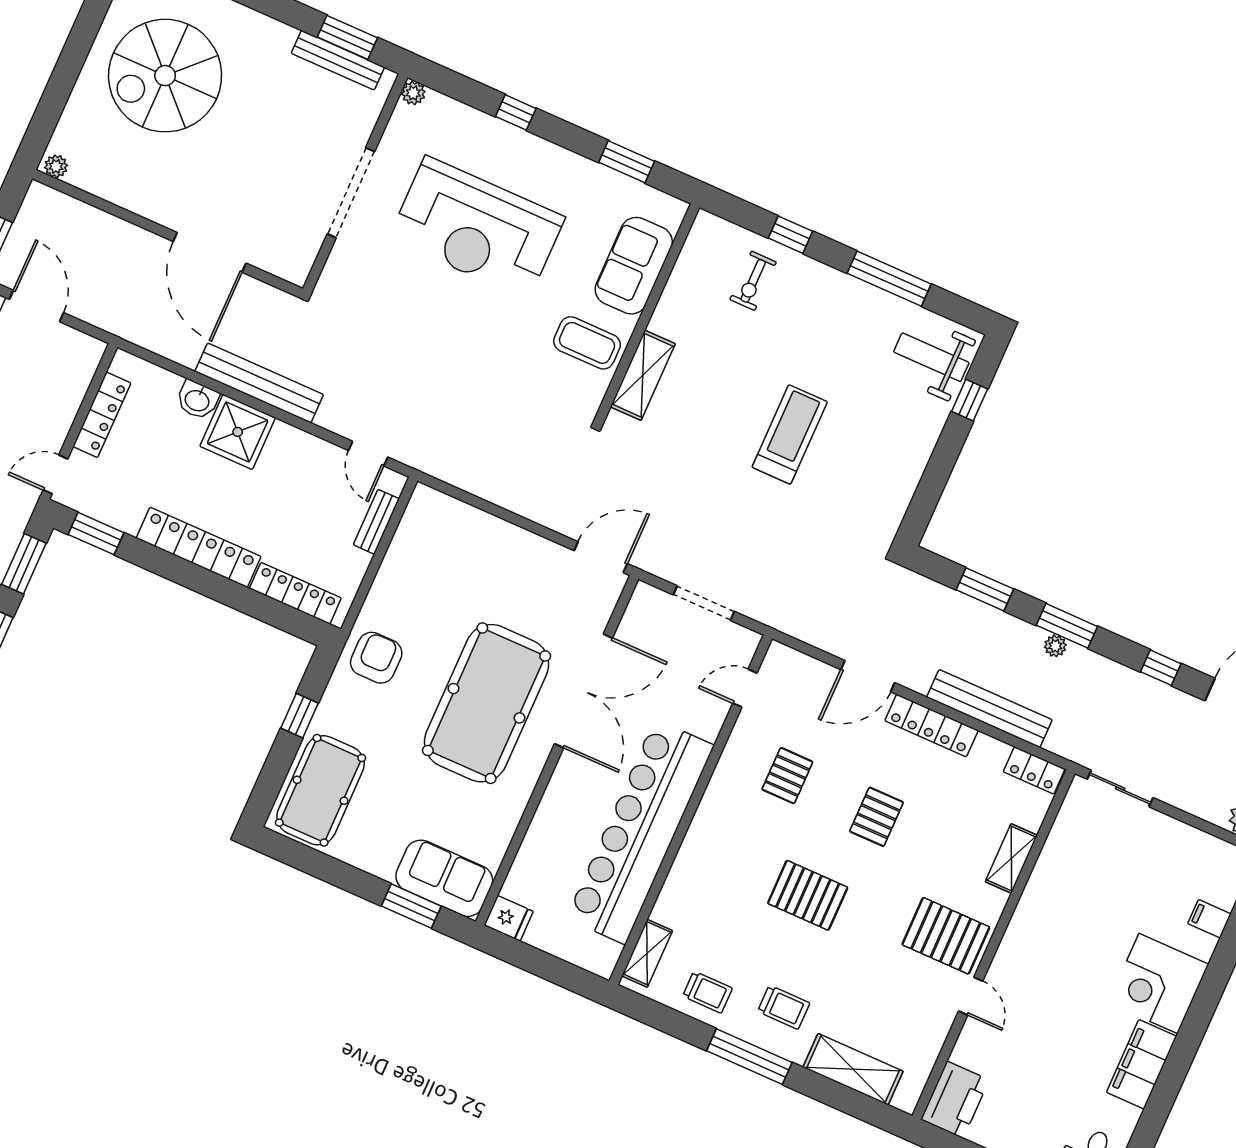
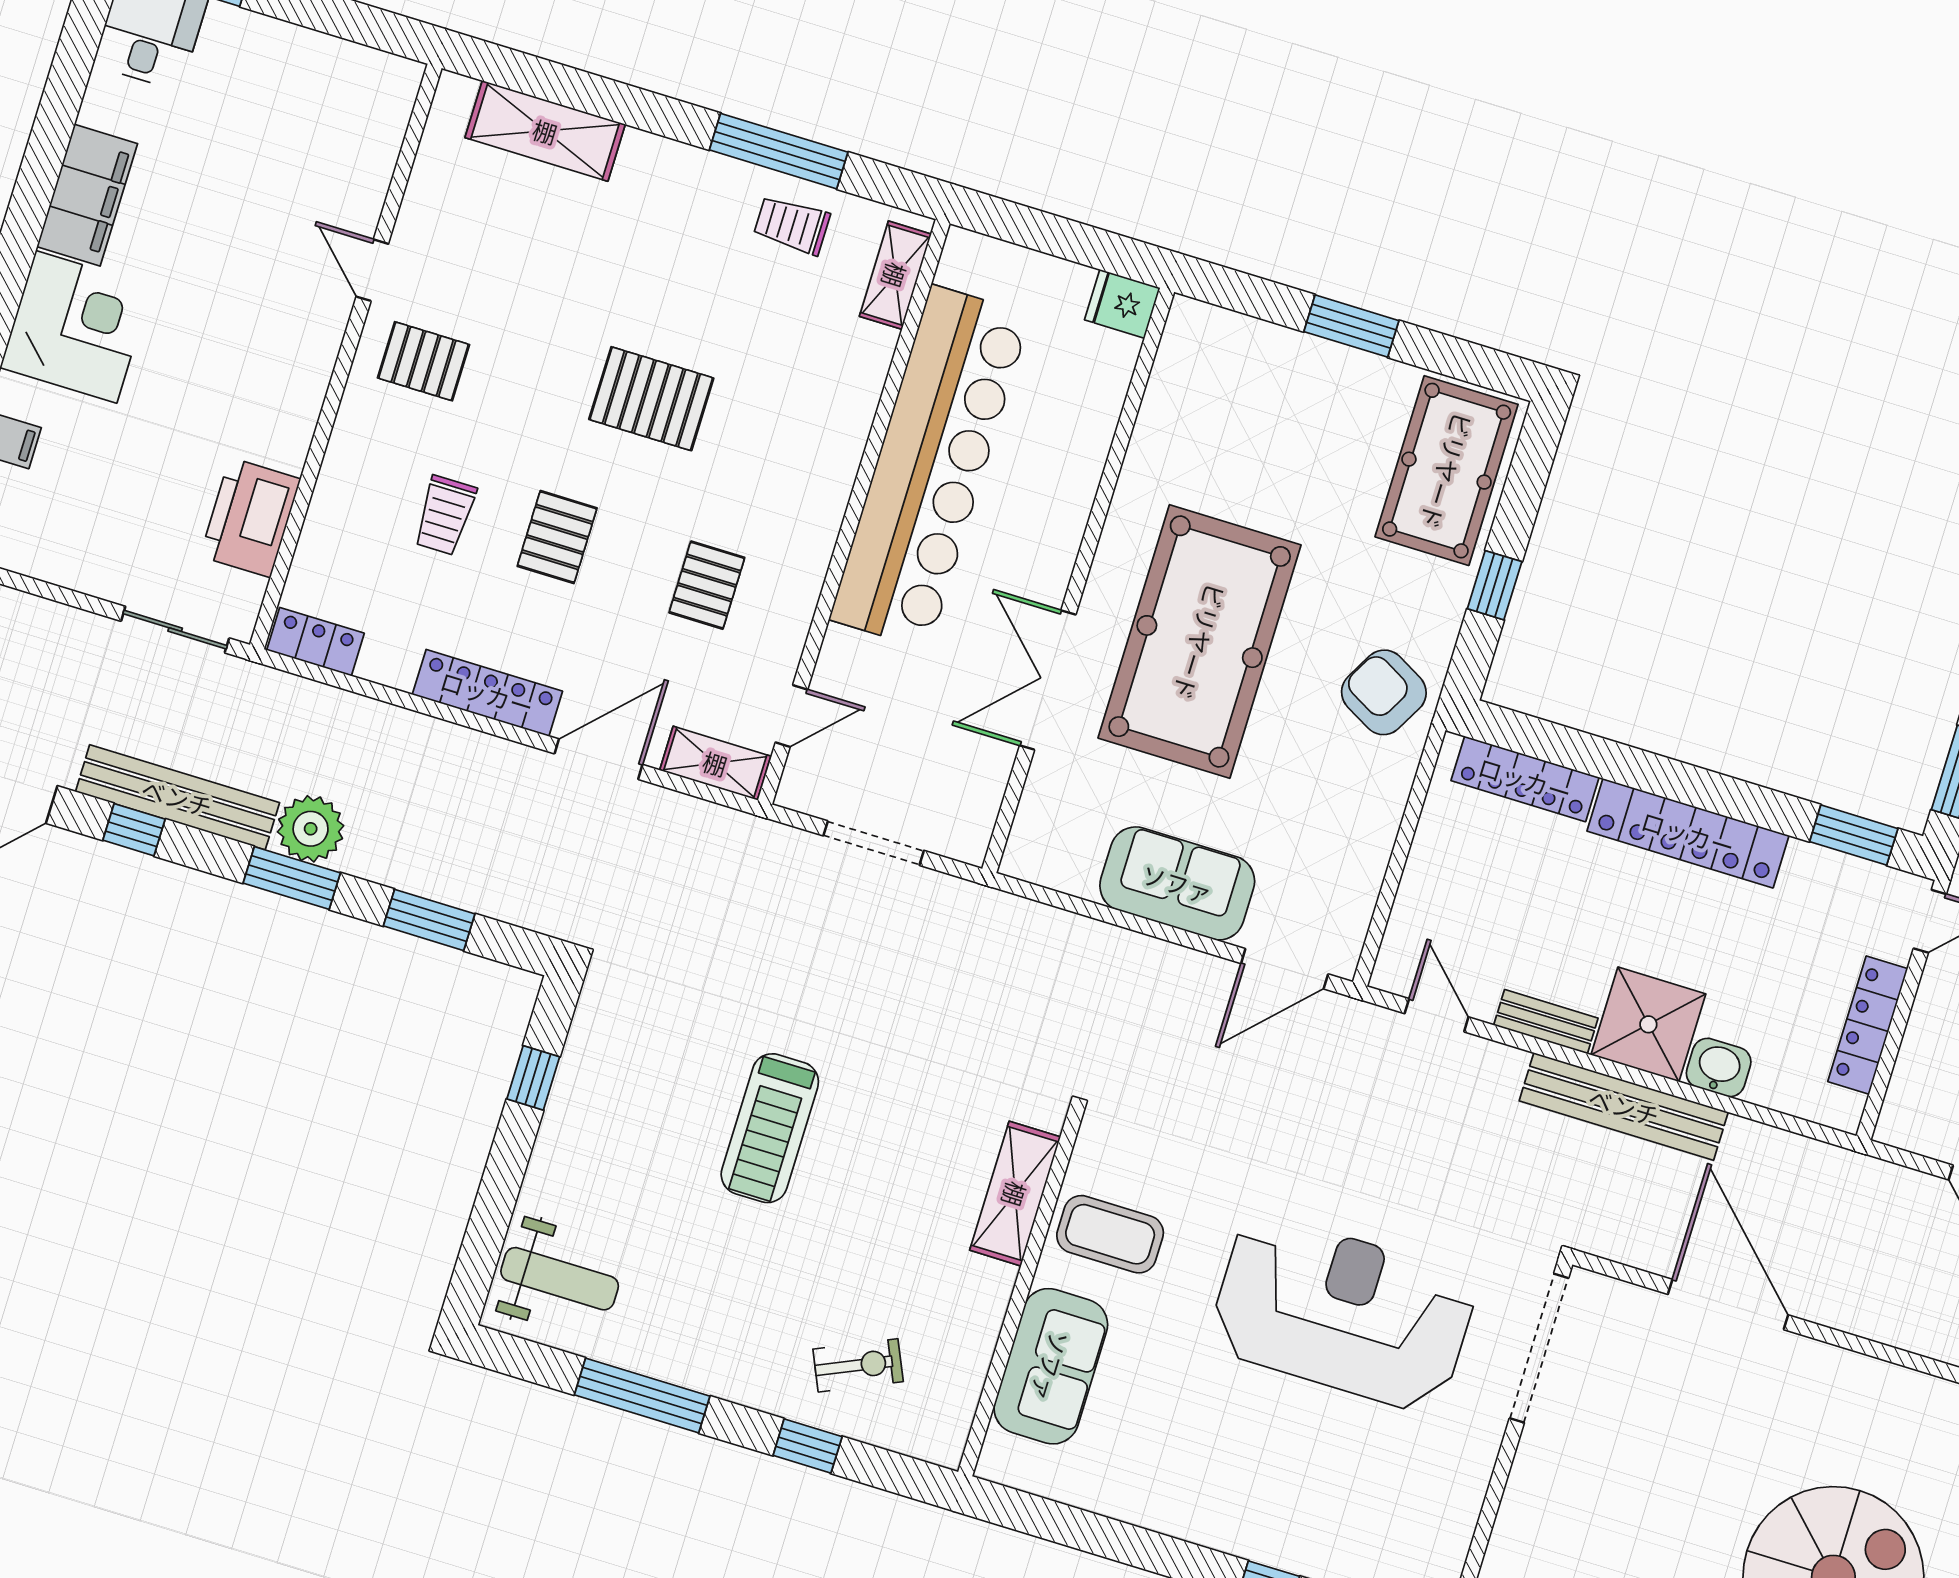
window: (627, 162) -> (1082, 1530), removed
doorway: (351, 193) -> (1539, 1348), moved
reception desk: (477, 228) -> (1343, 1313), moved
exercise bike: (753, 281) -> (858, 1365), turned 66
window: (970, 400) -> (533, 1078), moved
bench: (376, 522) -> (1546, 1022), moved, turned 90
door: (601, 557) -> (1285, 969), moved
plant: (1055, 646) -> (311, 829), width x1.88, depth x1.88
armchair: (376, 658) -> (1384, 692), turned 119
double door: (584, 691) -> (1048, 680), width x0.73
bench: (989, 708) -> (177, 797), moved
shelving: (1011, 858) -> (715, 763), moved, turned 90
sofa: (444, 878) -> (1177, 883), moved, turned 180
window: (411, 906) -> (1351, 326), moved
pallet: (946, 936) -> (424, 361), width x0.67, depth x0.71
trolley: (784, 1007) -> (445, 515), moved, turned -90
window: (749, 1057) -> (779, 151), moved
printer: (955, 1100) -> (250, 517), moved

